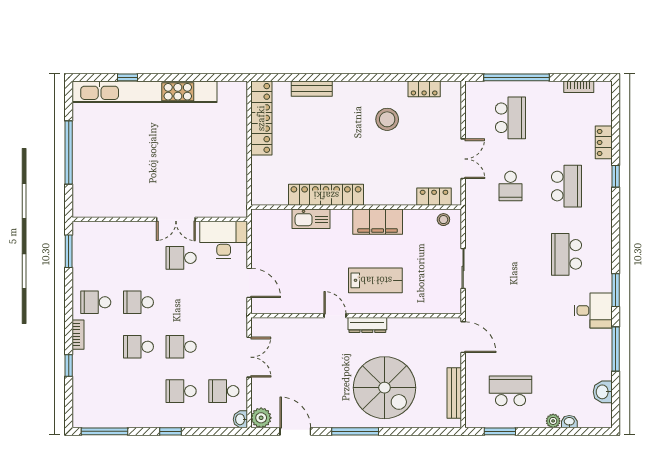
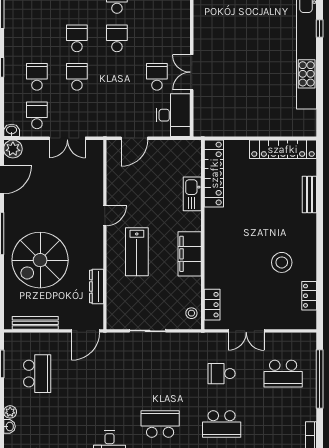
locker: (326, 195) -> (214, 173), moved
dresser: (367, 325) -> (96, 286), moved

